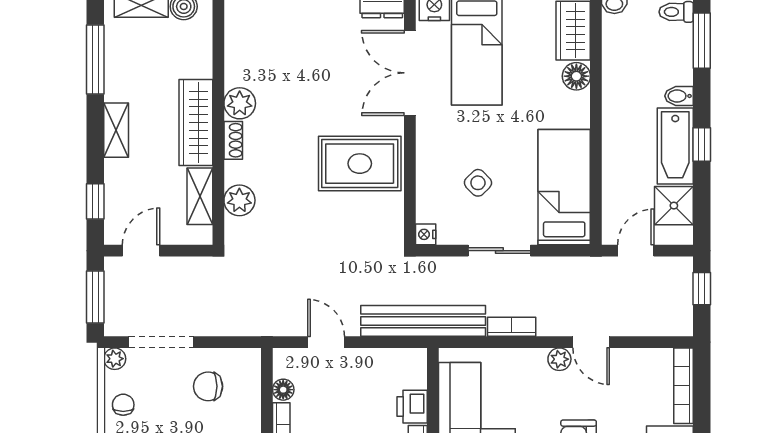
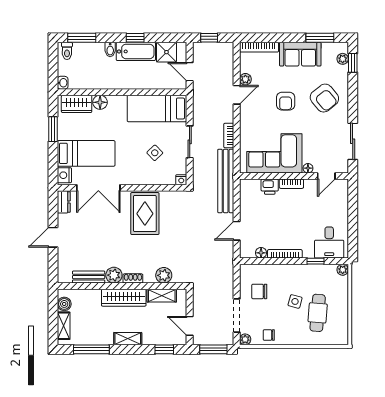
bench: (236, 54) -> (89, 277), added
plant: (559, 359) -> (245, 79), moved
chair: (208, 386) -> (259, 291), turned 90

